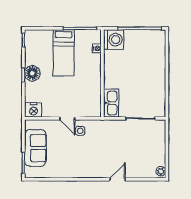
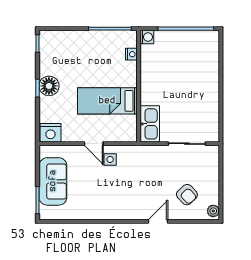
washing machine: (114, 40) -> (147, 37), width x0.53, depth x0.53
bed: (64, 53) -> (107, 101), moved, turned 90
armchair: (140, 158) -> (187, 195), added

